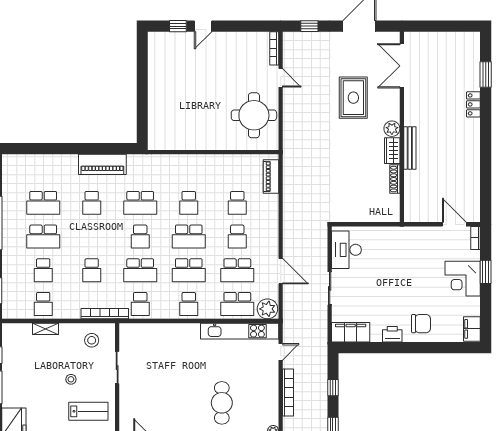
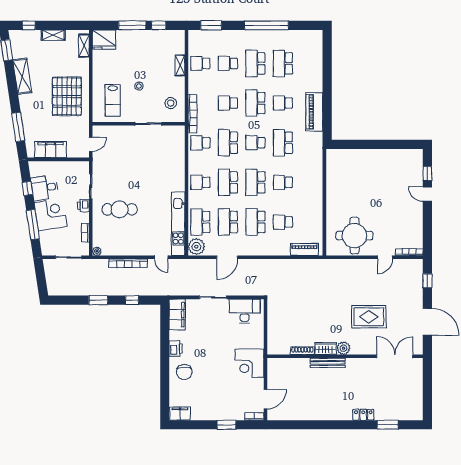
school desk: (92, 237) -> (255, 103), added
school desk: (237, 237) -> (255, 222), width x1.85
corner desk: (463, 279) -> (249, 363), moved, turned -90

